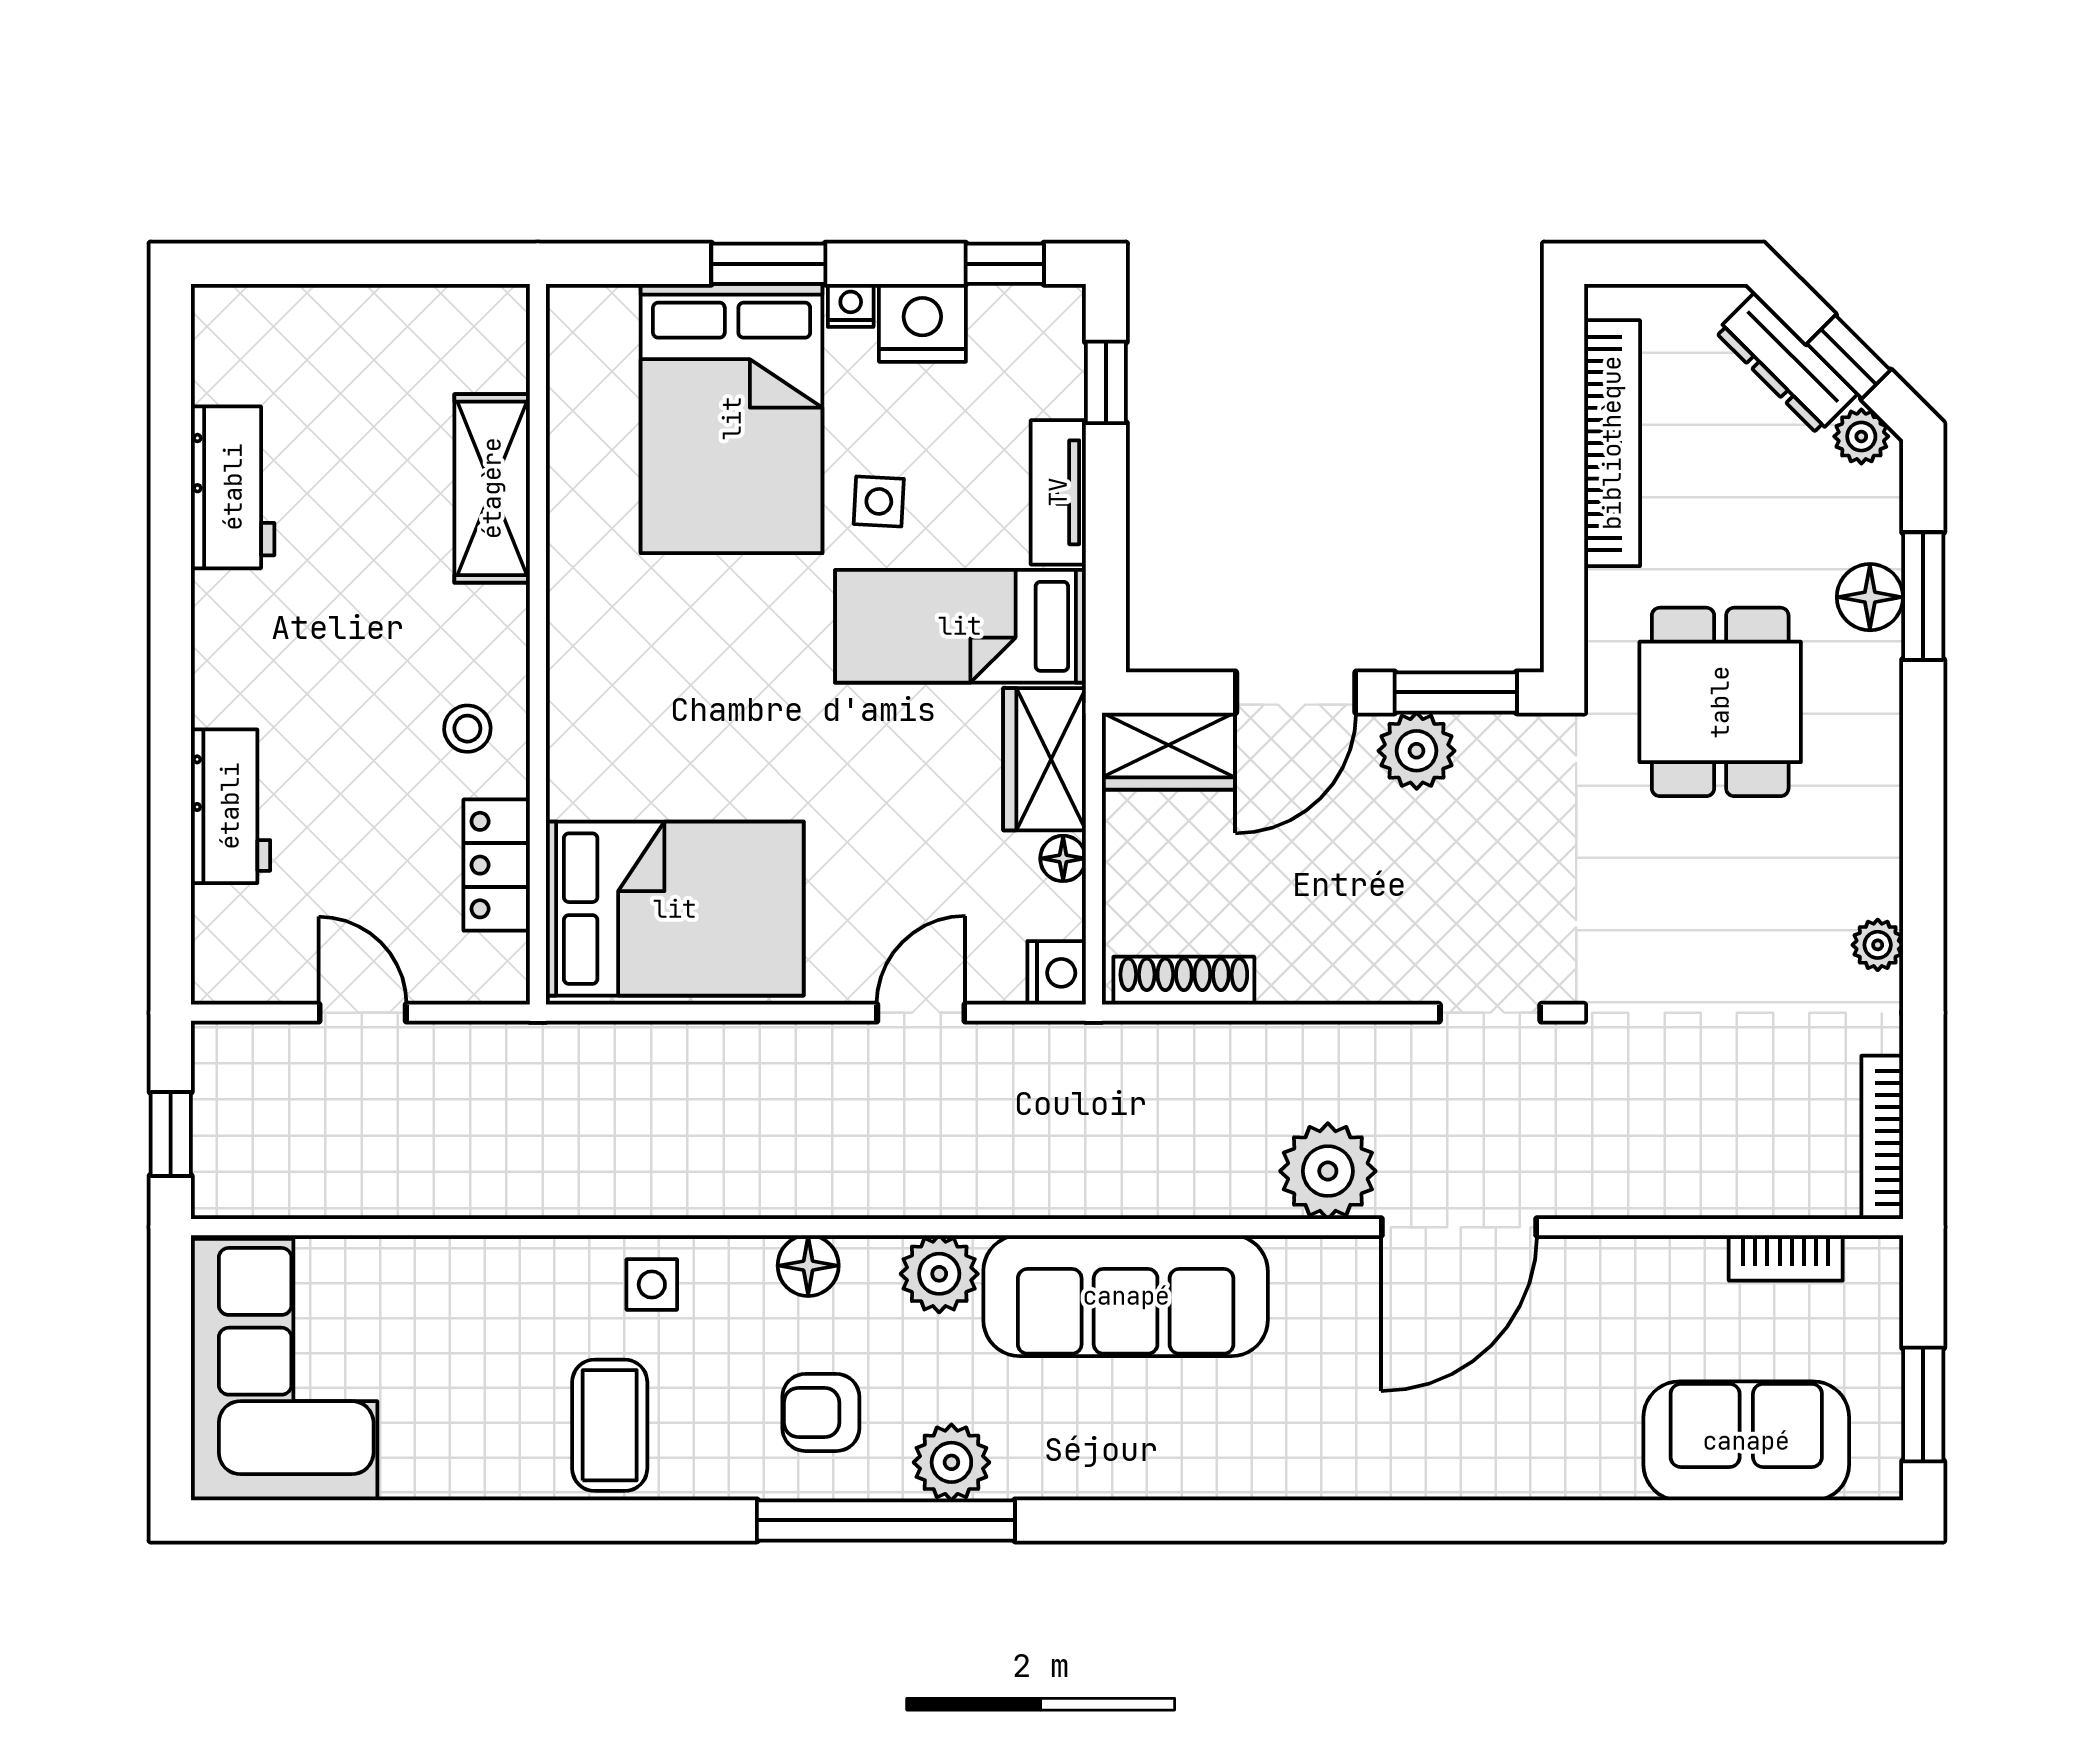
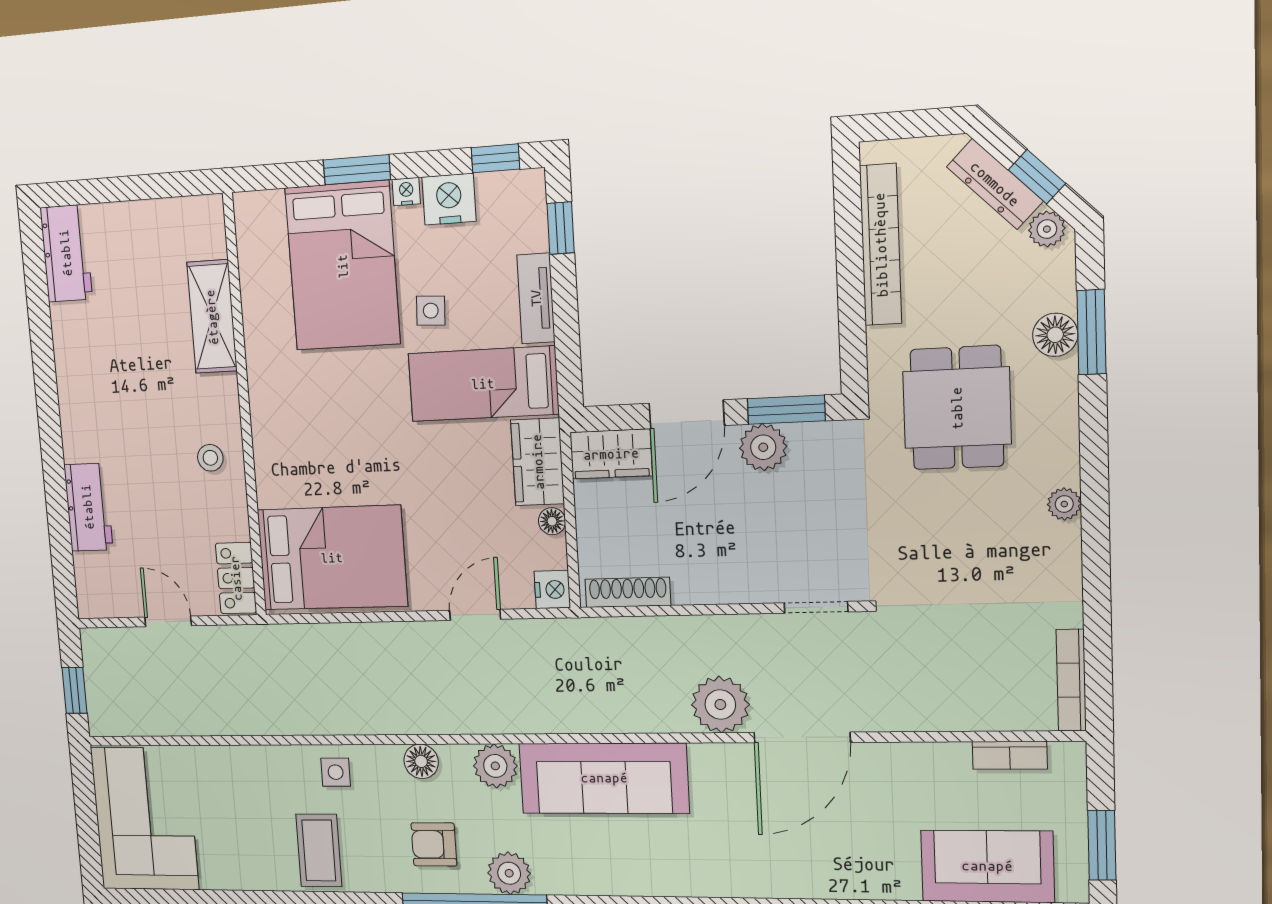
workbench: (233, 487) -> (66, 253), moved
locker: (497, 865) -> (236, 578), moved
plant: (1878, 945) -> (1064, 504), moved

